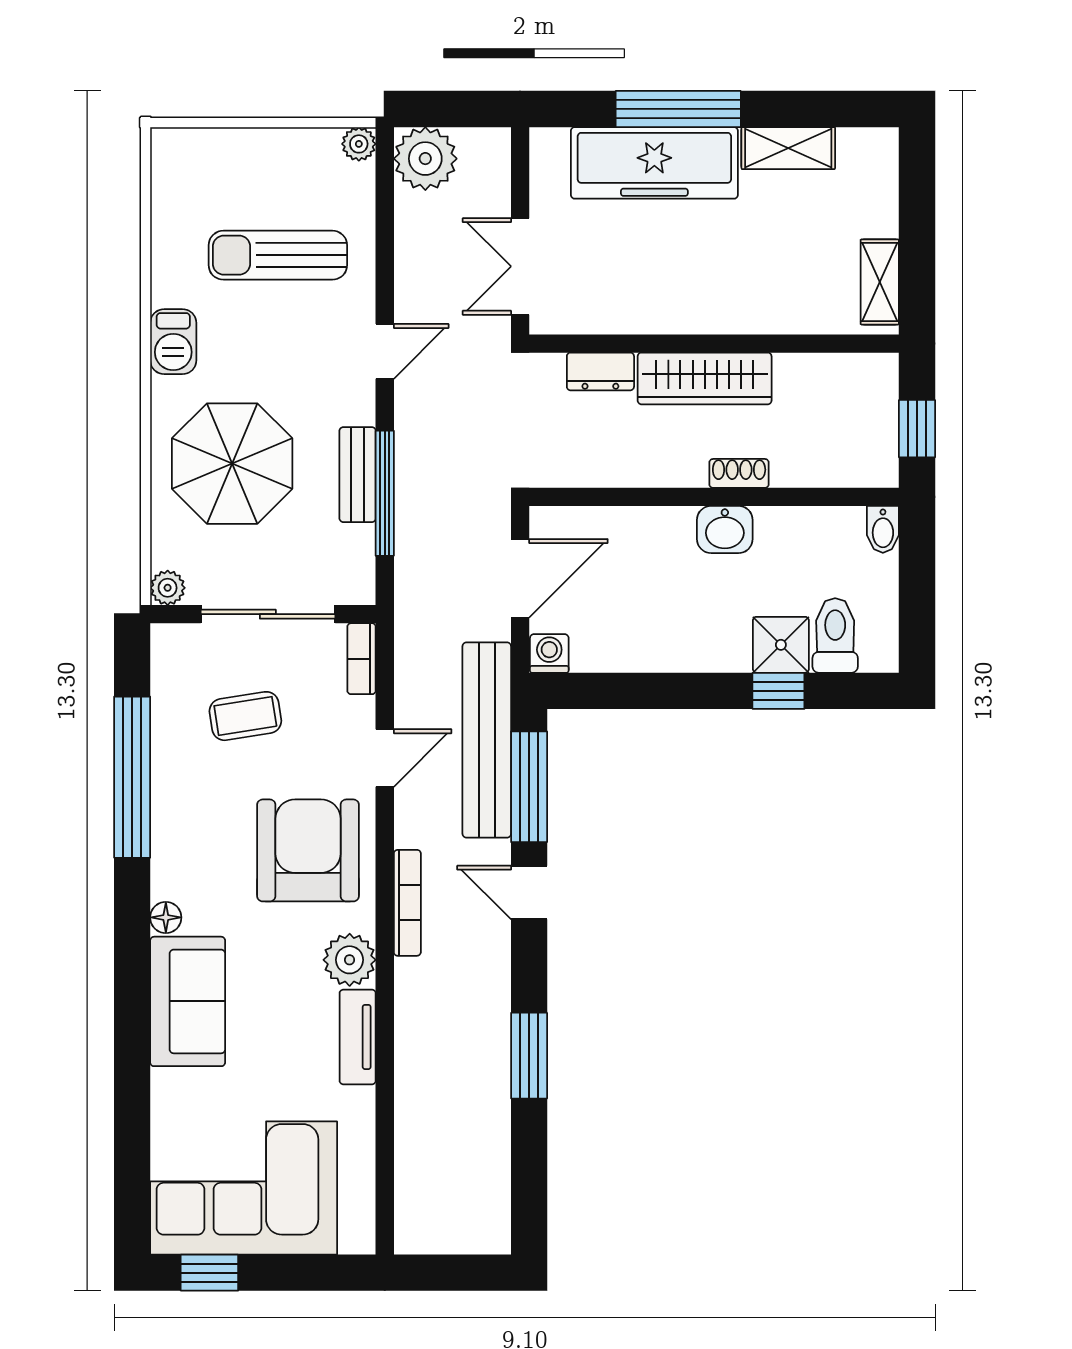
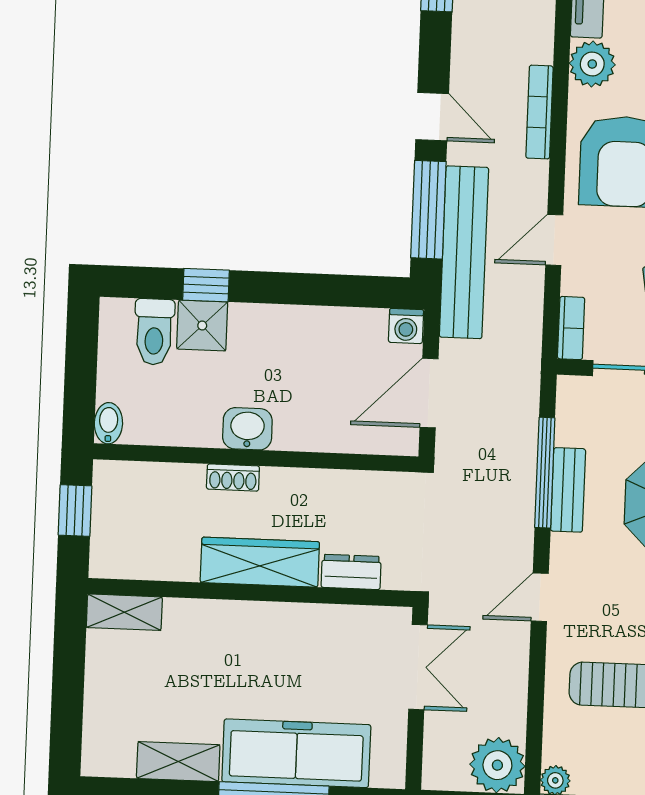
shelving: (880, 282) -> (124, 612), moved, turned 90

